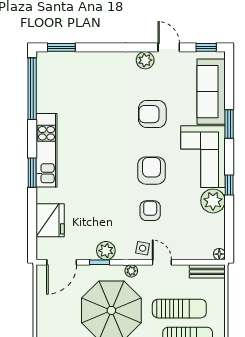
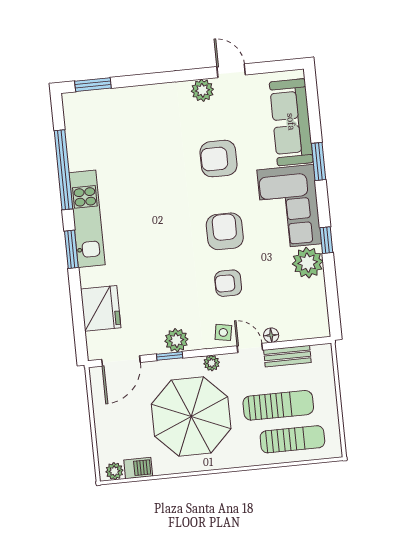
window: (206, 47) -> (279, 66), removed
window: (32, 89) -> (63, 170), moved
armchair: (150, 211) -> (228, 283), turned -90
floor lamp: (219, 254) -> (271, 335), moved
bench: (207, 271) -> (287, 356), moved

